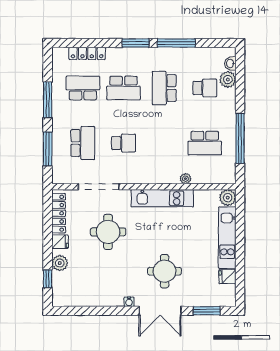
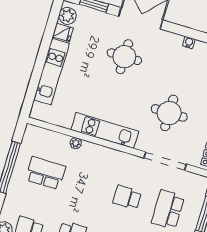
plant: (228, 198) -> (67, 16), moved
water cooler: (129, 302) -> (189, 42), moved

